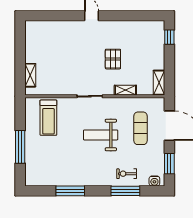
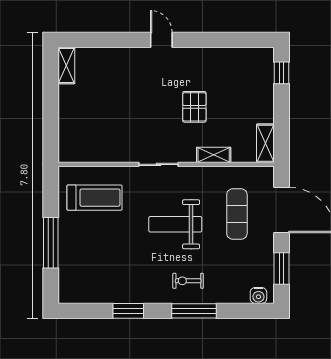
shelving: (30, 75) -> (66, 66), moved
treadmill: (48, 118) -> (94, 198), turned -90
exercise bike: (127, 174) -> (188, 281), moved
window: (70, 191) -> (128, 311), width x0.69
window: (125, 191) -> (194, 311), moved

